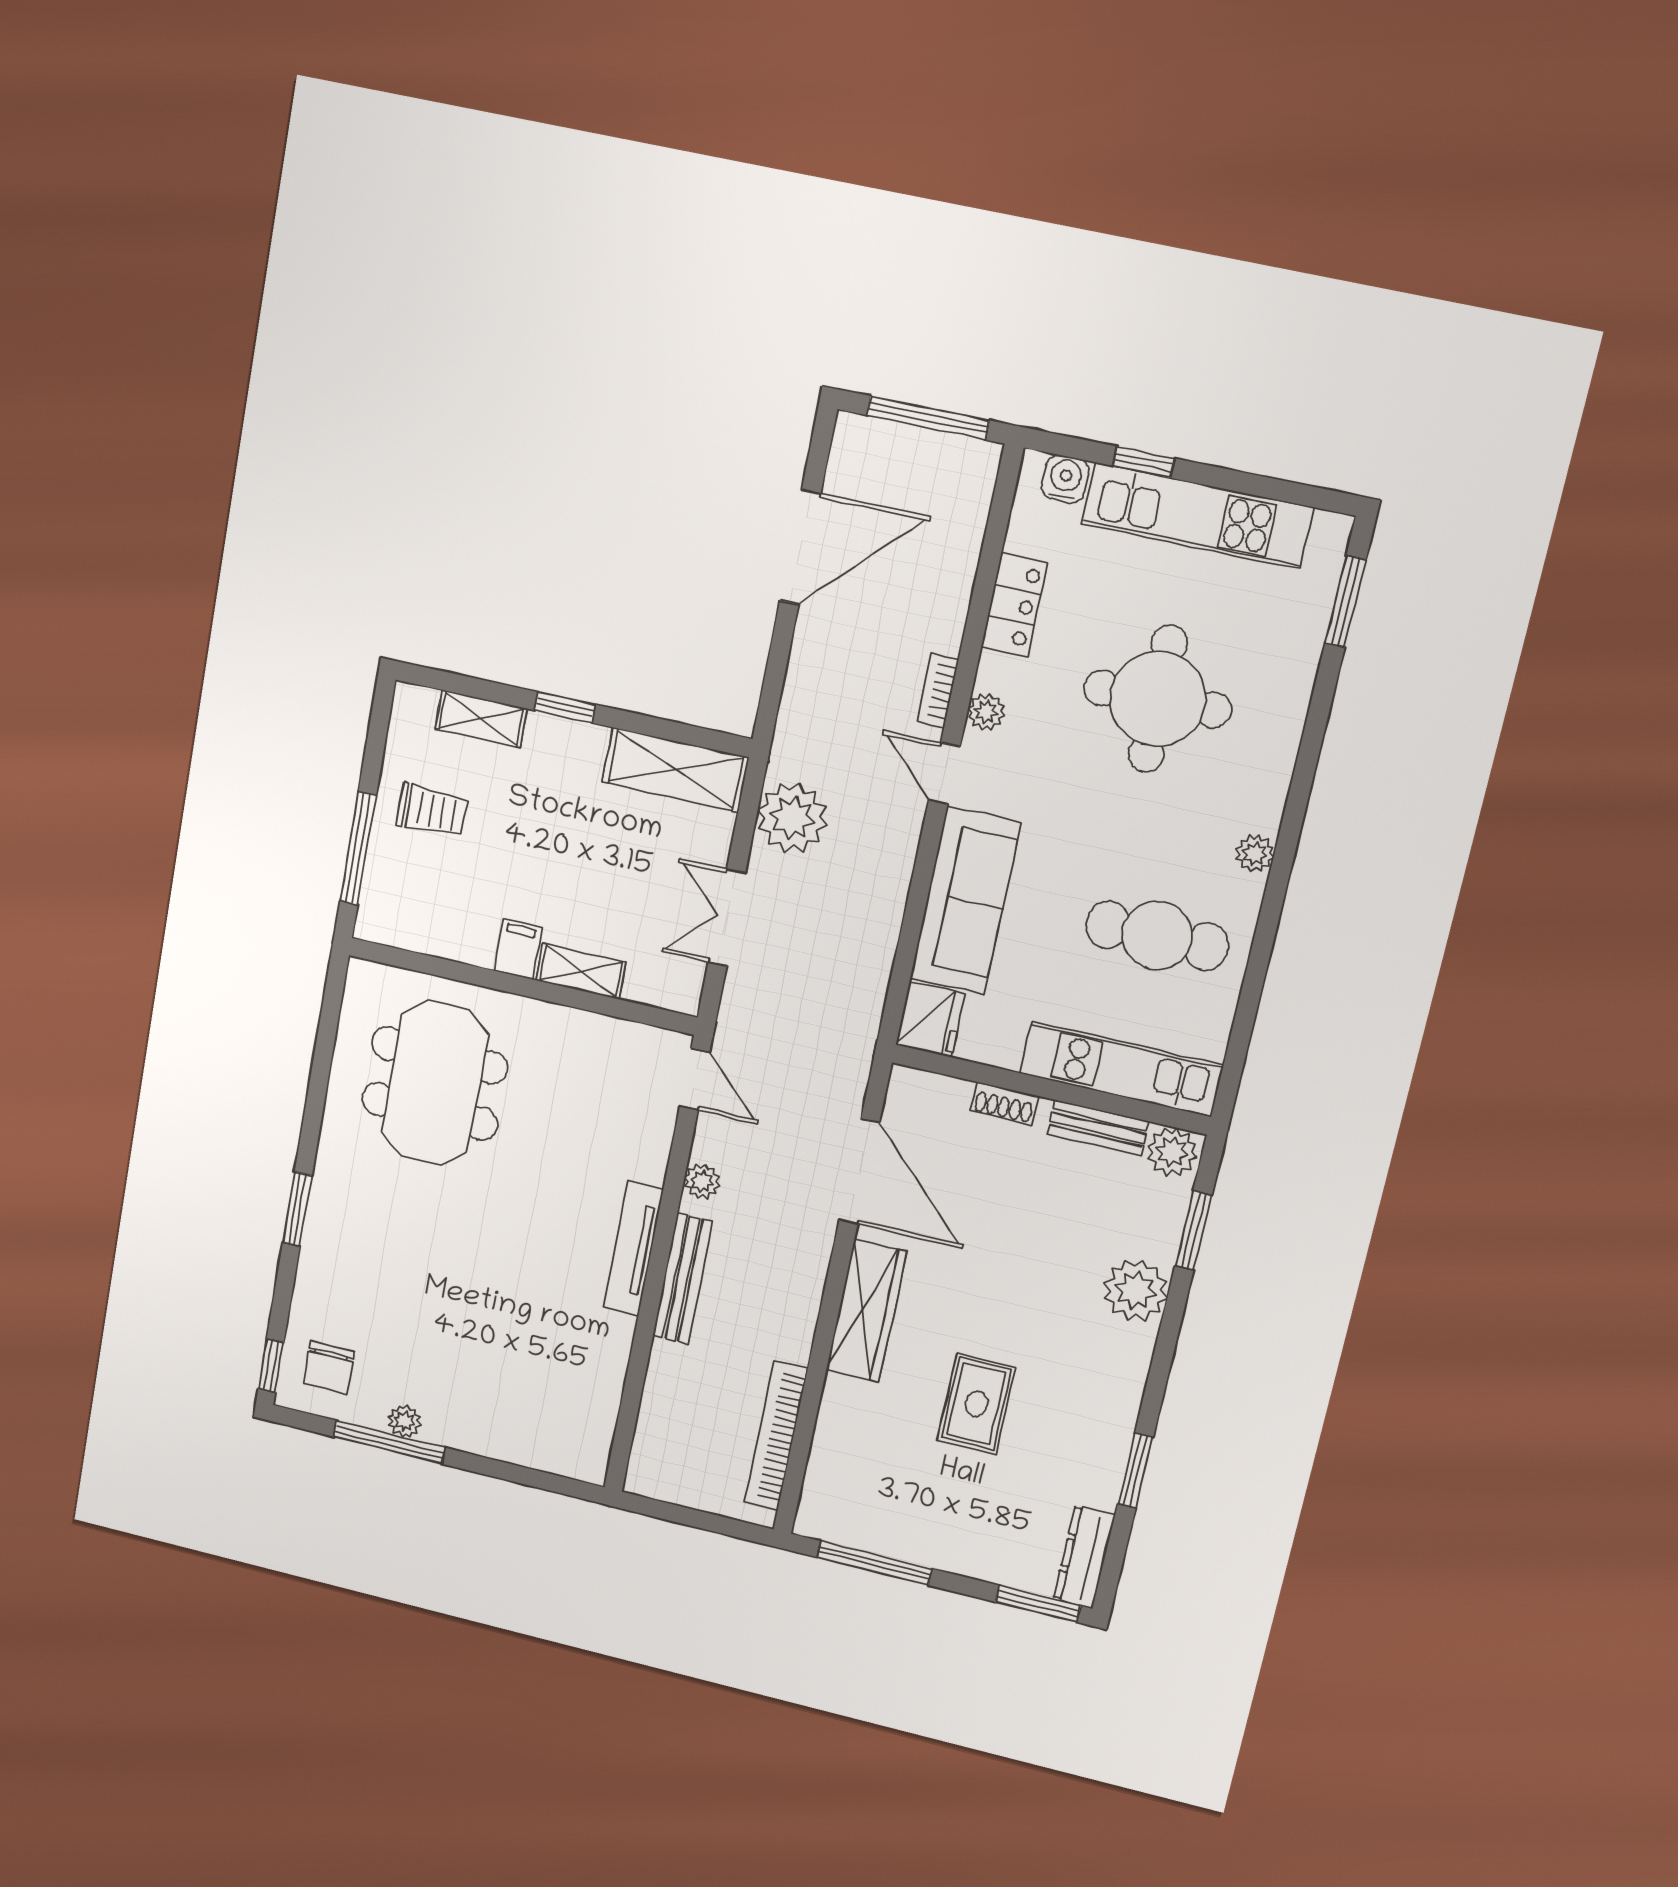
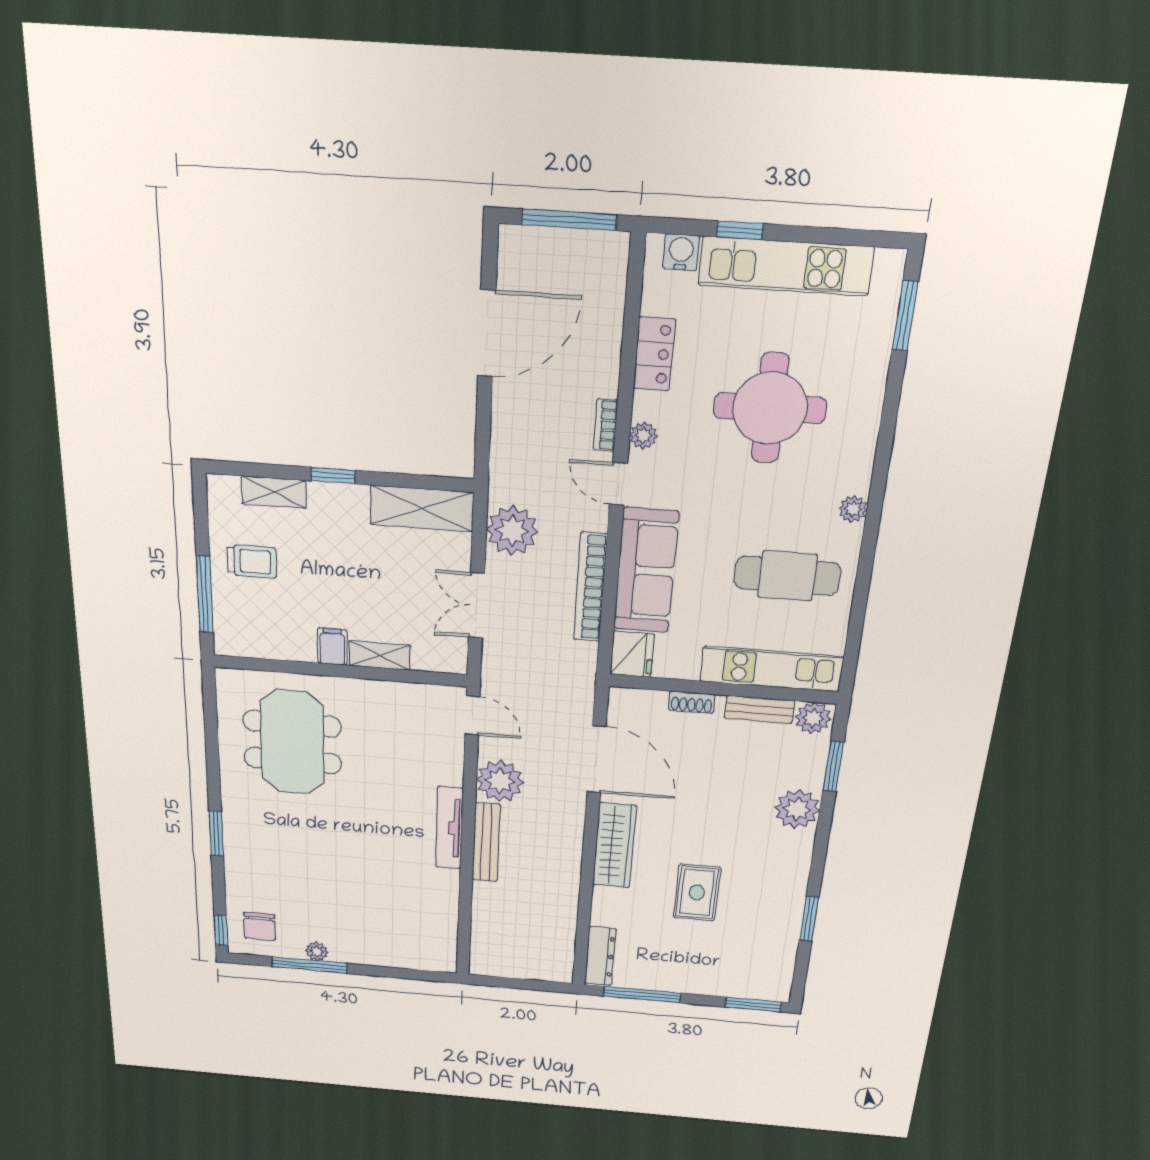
plant: (702, 1181) -> (500, 781), width x1.87, depth x1.87
bookcase: (776, 1436) -> (590, 587), moved
dresser: (1084, 1557) -> (600, 956), moved, turned 180

